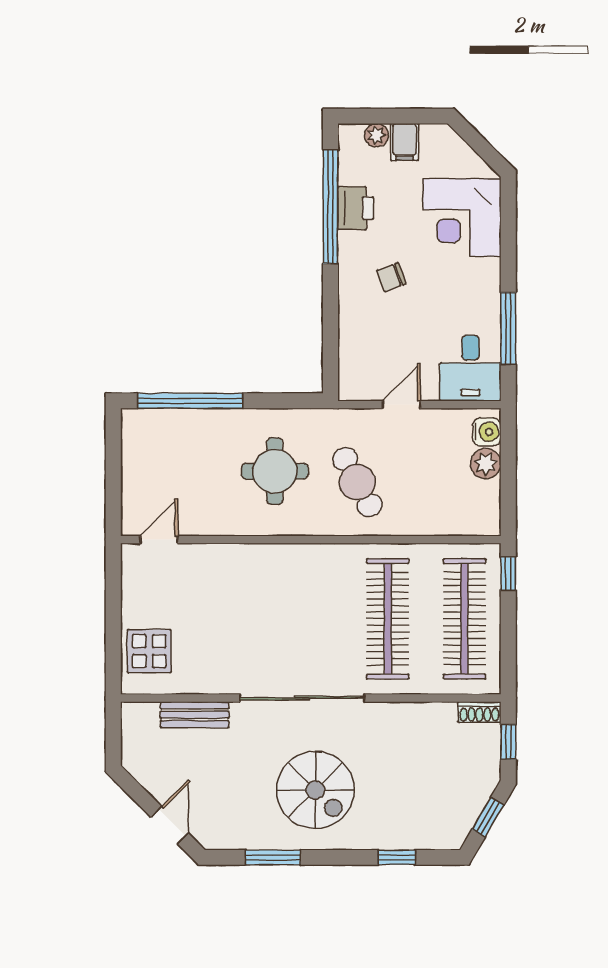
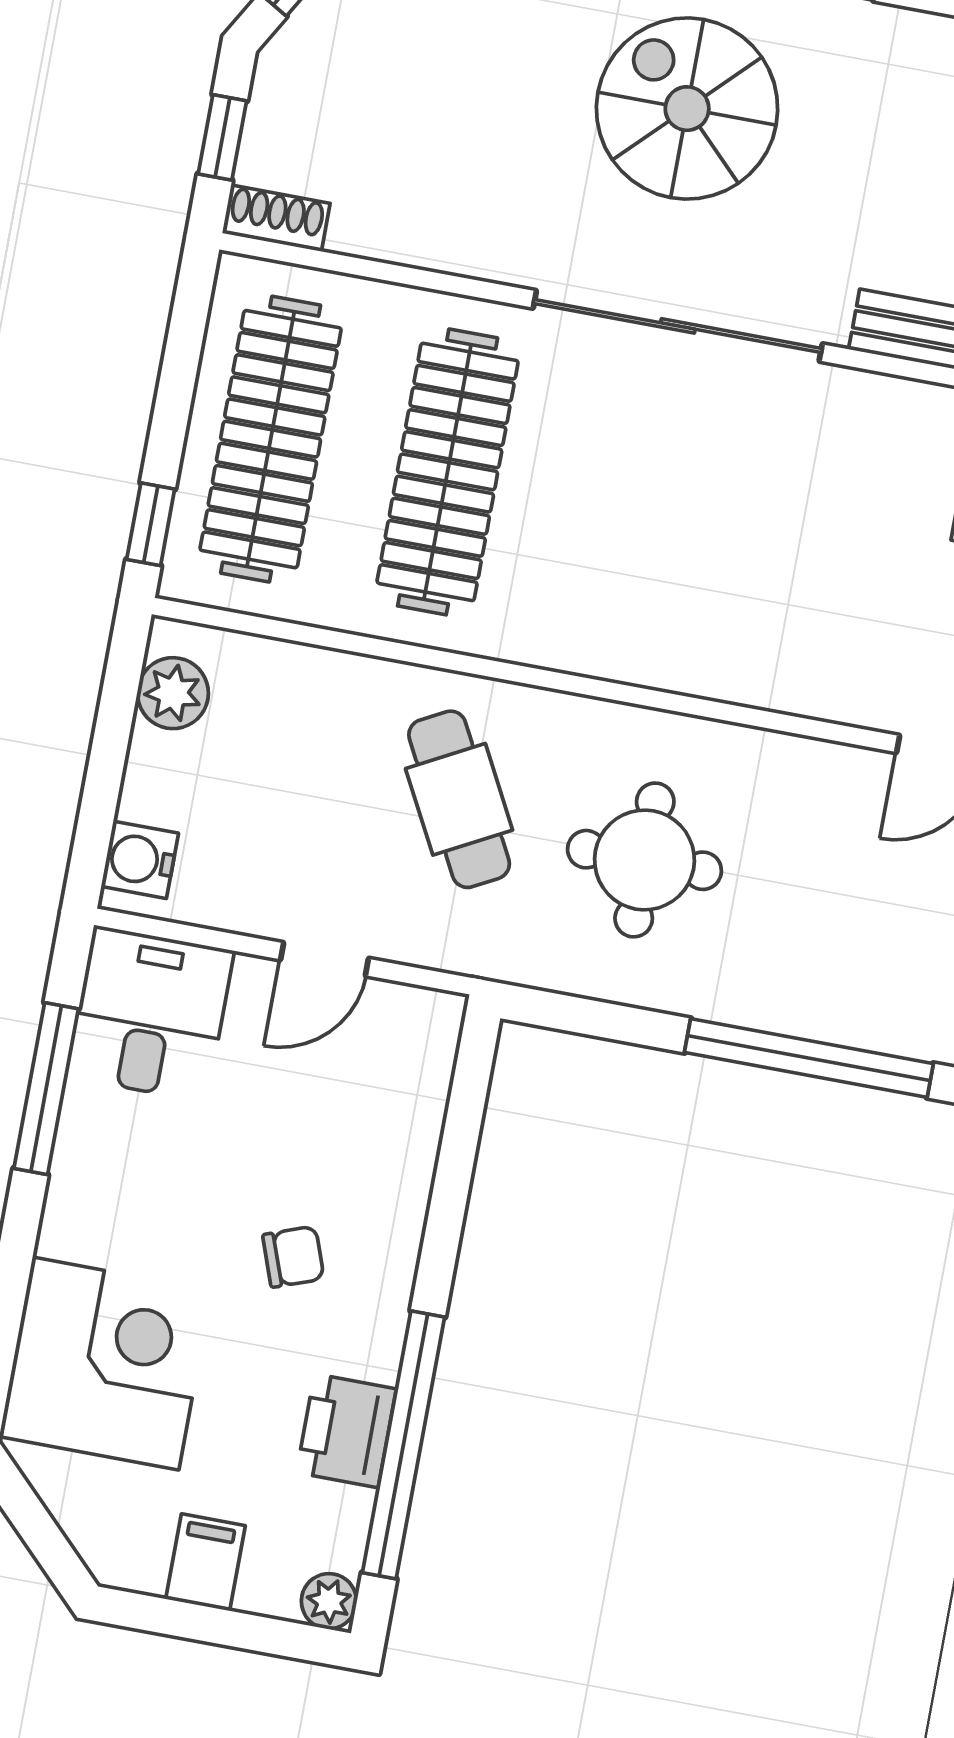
plant: (376, 135) -> (329, 1601), moved
plant: (486, 464) -> (173, 693), moved

